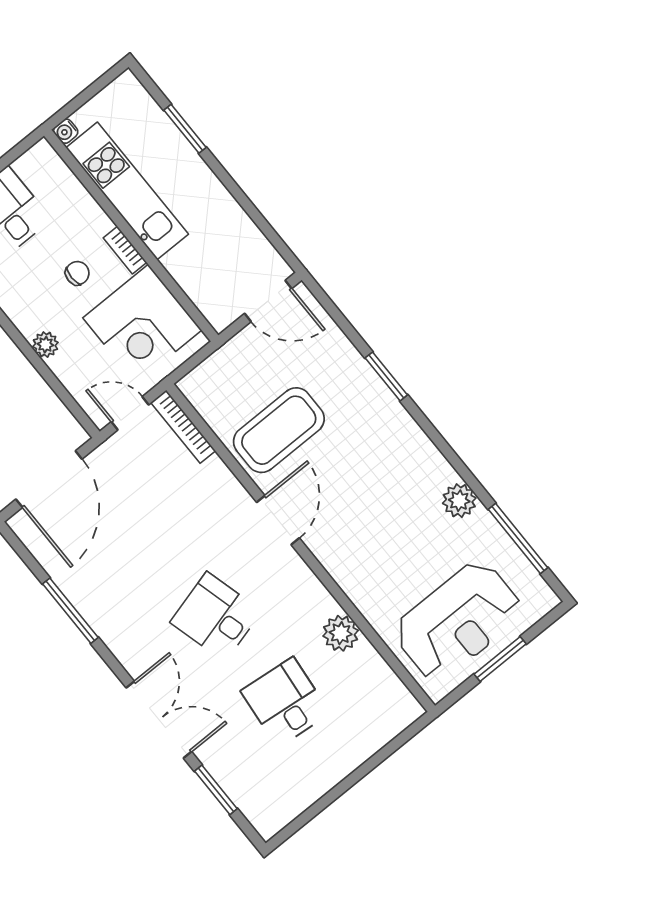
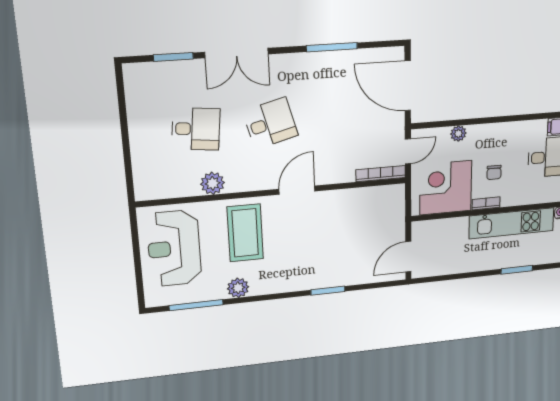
plant: (45, 345) -> (458, 133), moved
coffee table: (279, 430) -> (245, 233), moved
door: (278, 520) -> (297, 190), swing flipped
window: (500, 659) -> (137, 257), removed

